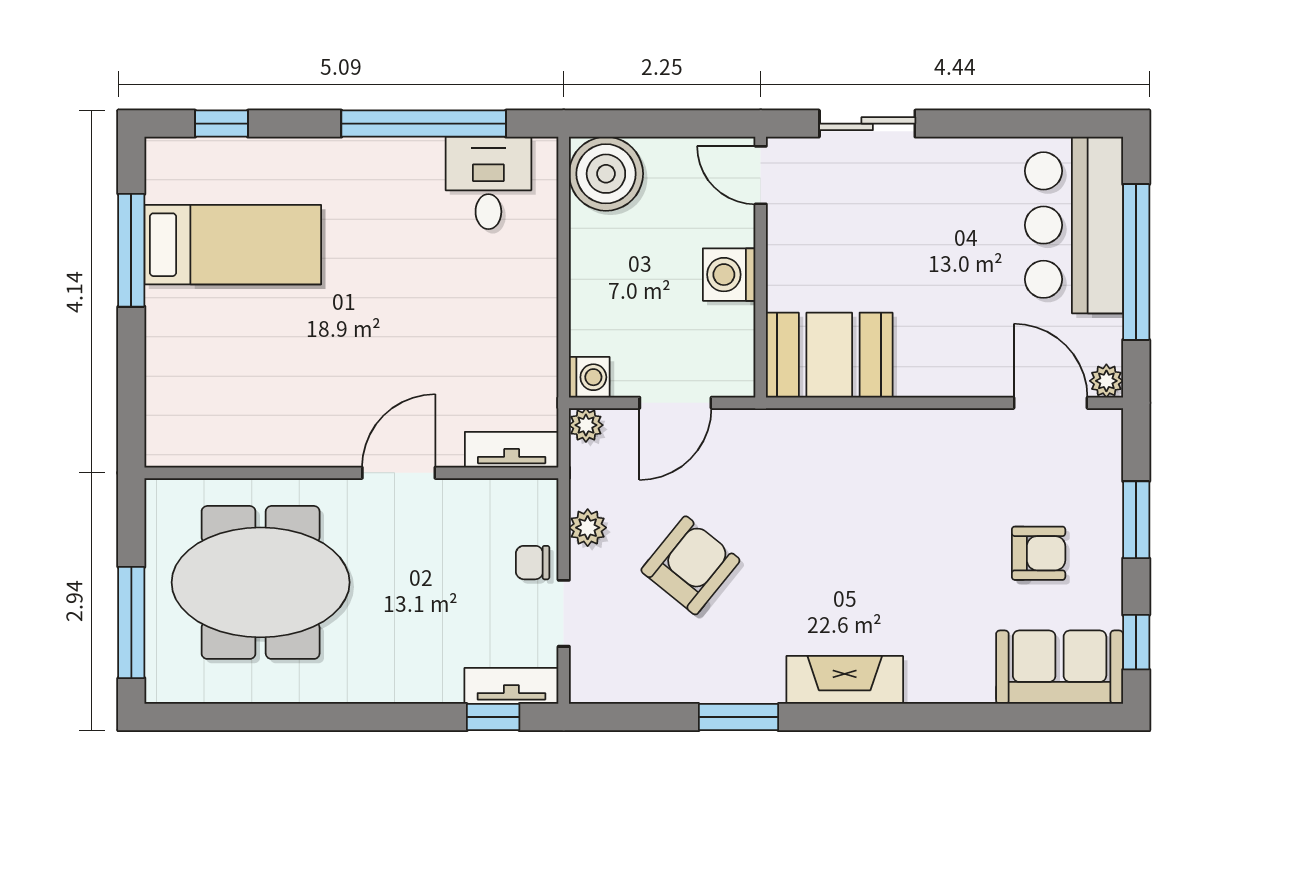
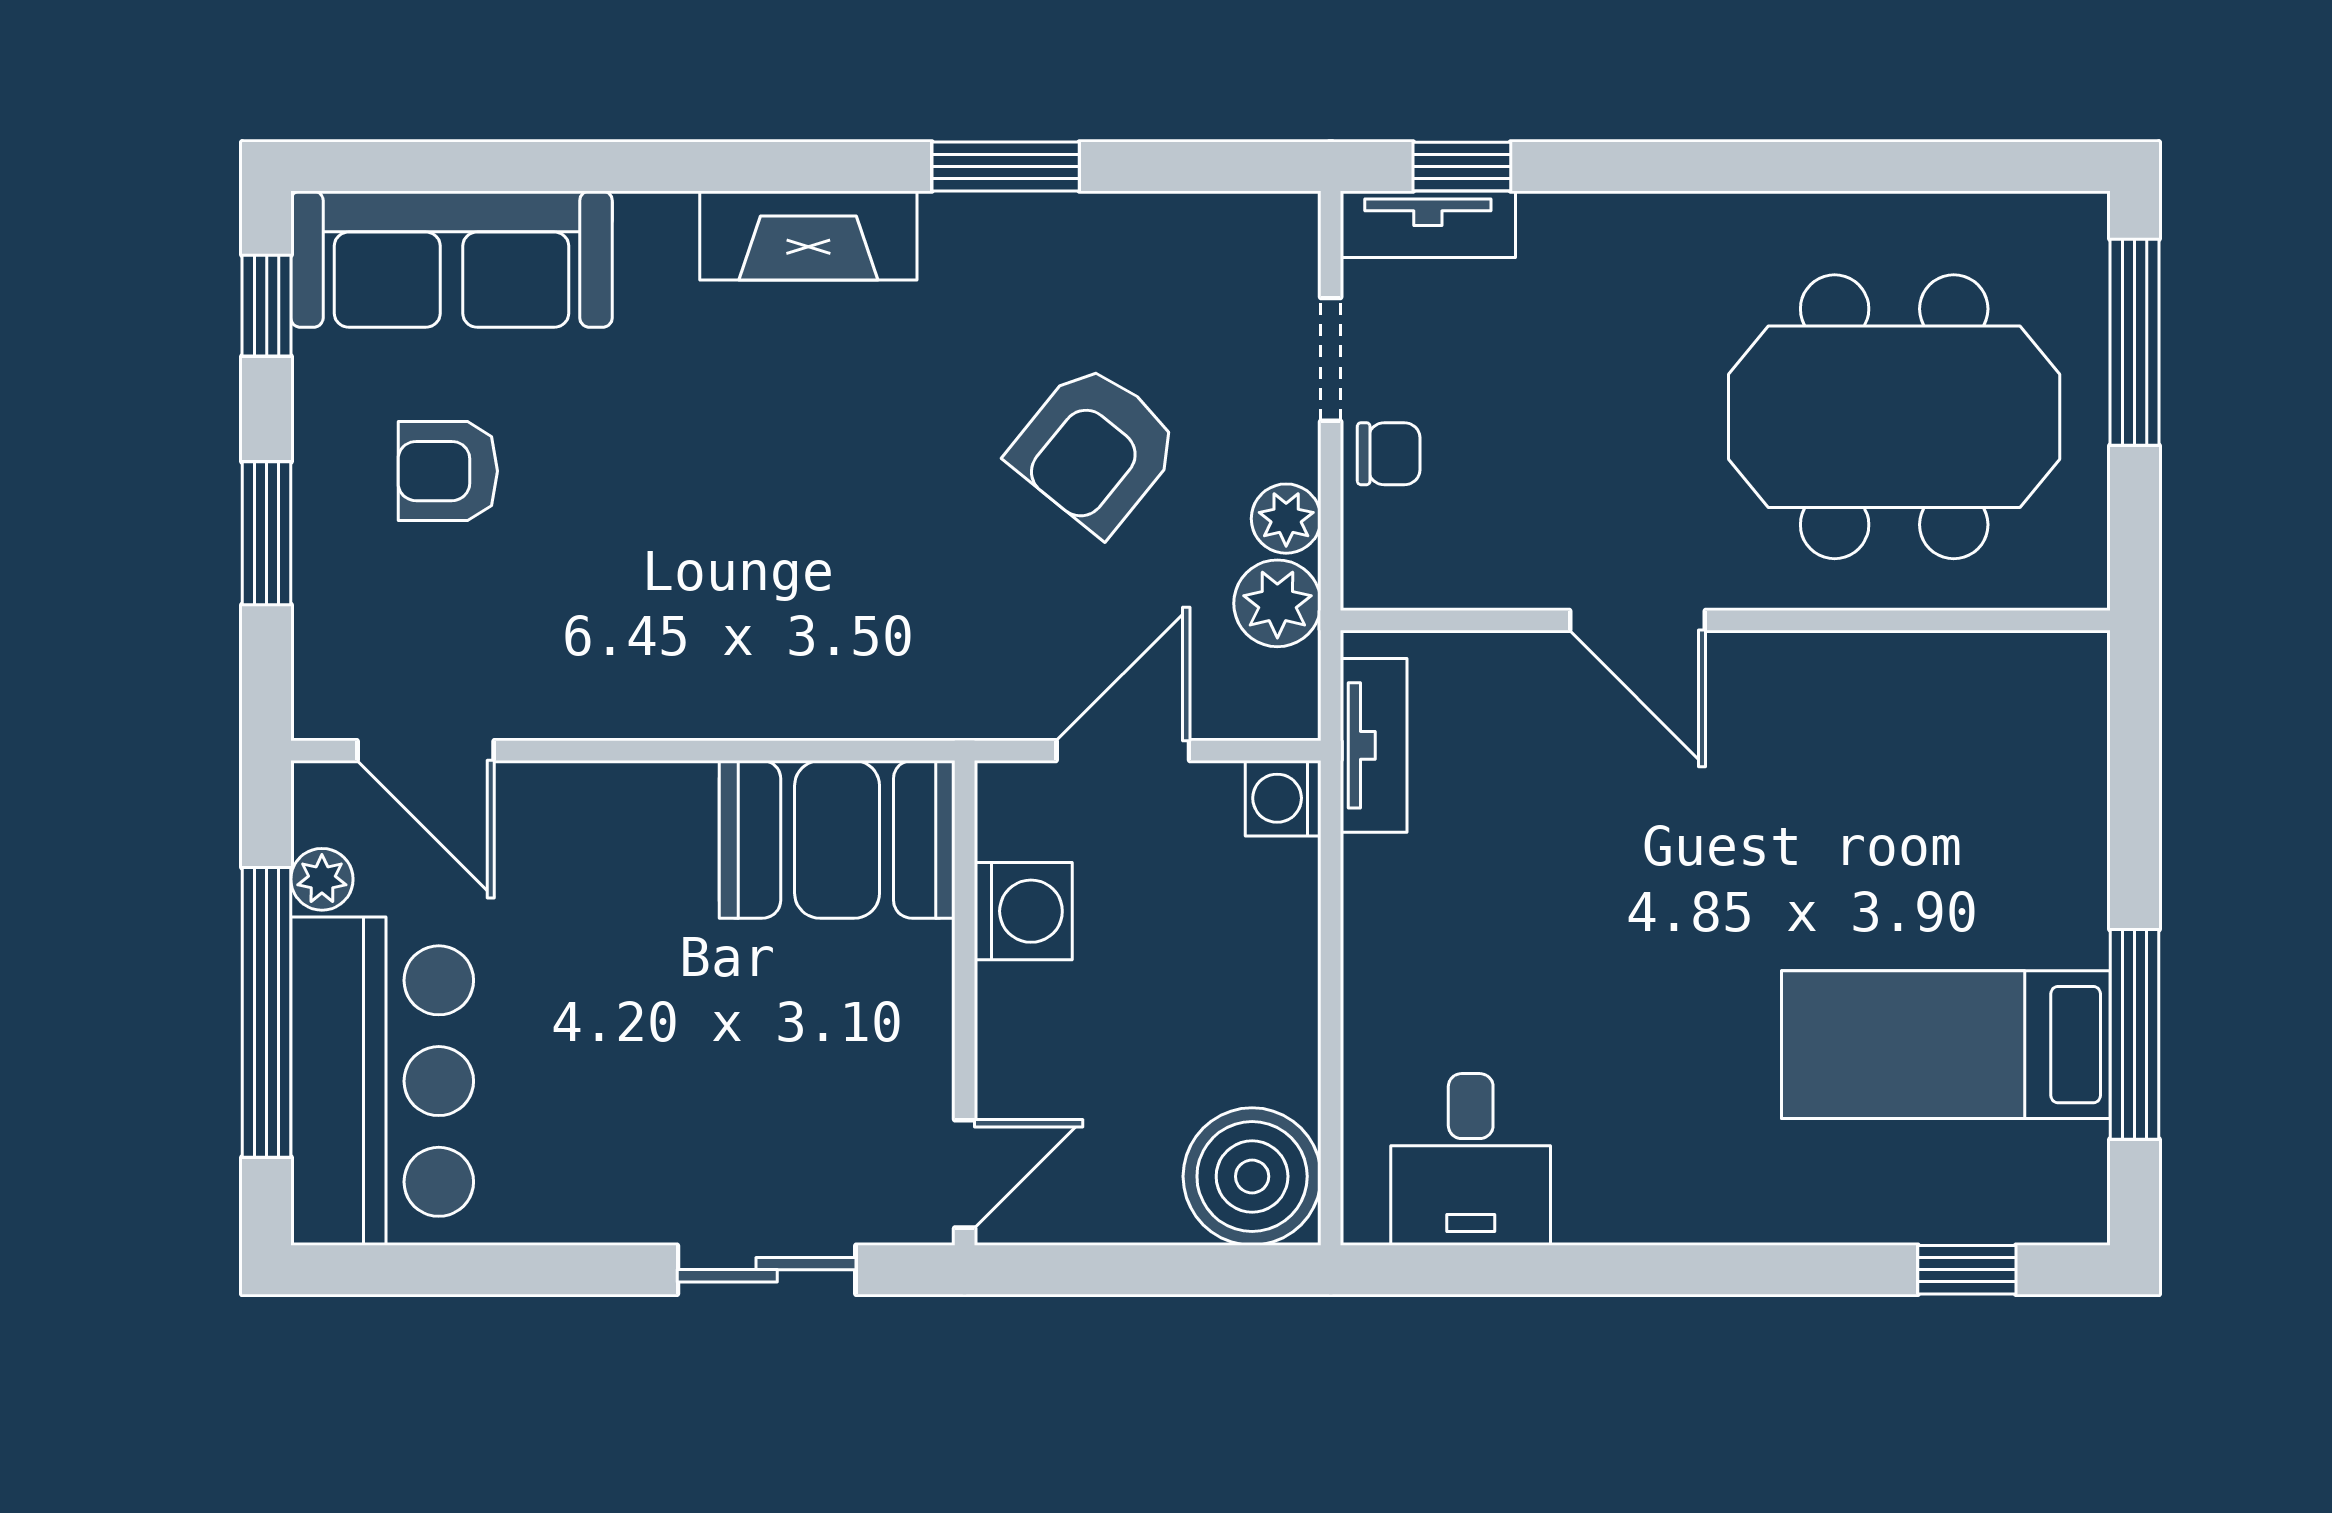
window: (424, 124) -> (1591, 1270), removed
door: (761, 175) -> (965, 1174), hinge flipped
washing machine: (729, 275) -> (1023, 911), moved
plant: (1106, 381) -> (322, 879), moved
plant: (586, 425) -> (1277, 603), moved, width x1.38, depth x1.38
tv unit: (512, 450) -> (1374, 745), moved, turned -90
door: (399, 473) -> (1638, 620), hinge flipped
sofa: (1060, 667) -> (451, 259), width x1.36

